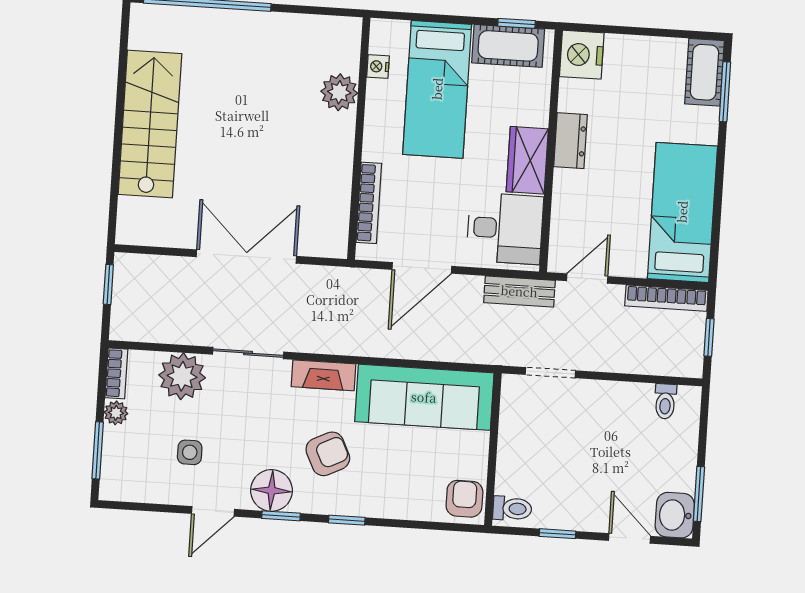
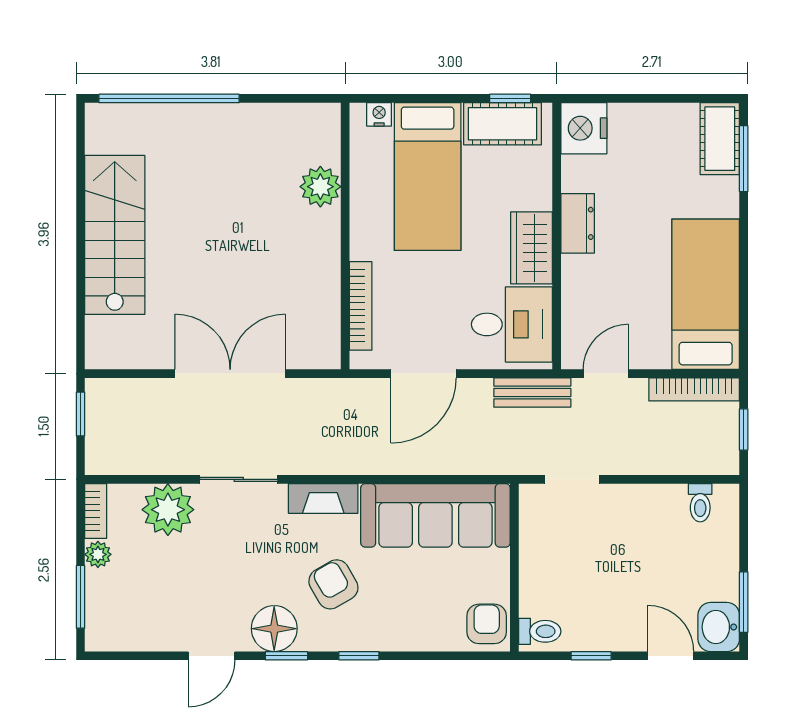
nightstand: (378, 66) -> (379, 114), moved, turned 90
side table: (190, 452) -> (182, 593), removed
armchair: (328, 454) -> (333, 584), turned -94

